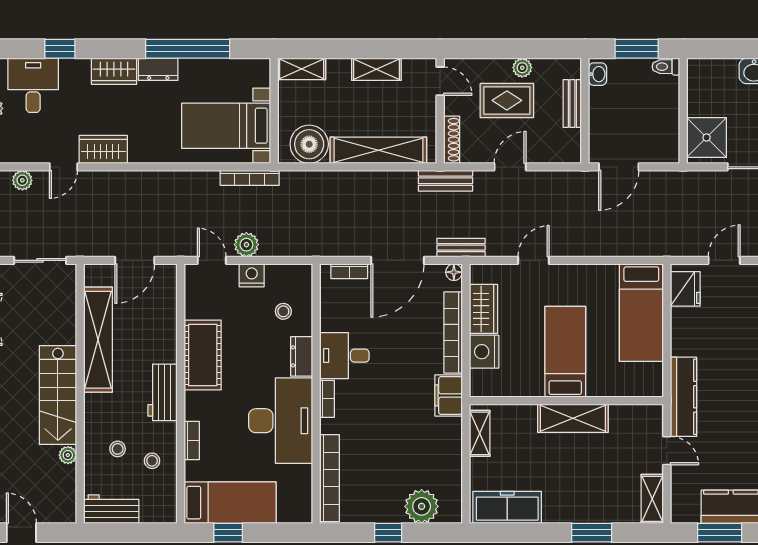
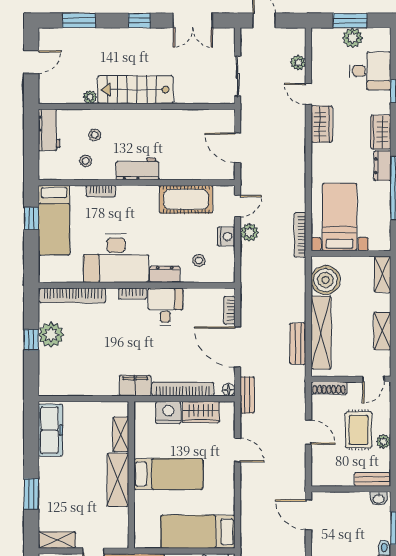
bench: (572, 103) -> (373, 479), moved
bench: (446, 181) -> (298, 344), moved
shelving: (98, 340) -> (177, 120), removed
cot: (203, 355) -> (186, 199), moved
shelving: (480, 433) -> (121, 434), moved, turned 90
plant: (422, 506) -> (51, 335), moved

